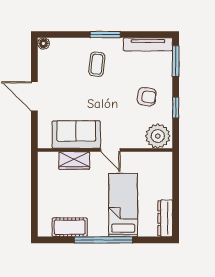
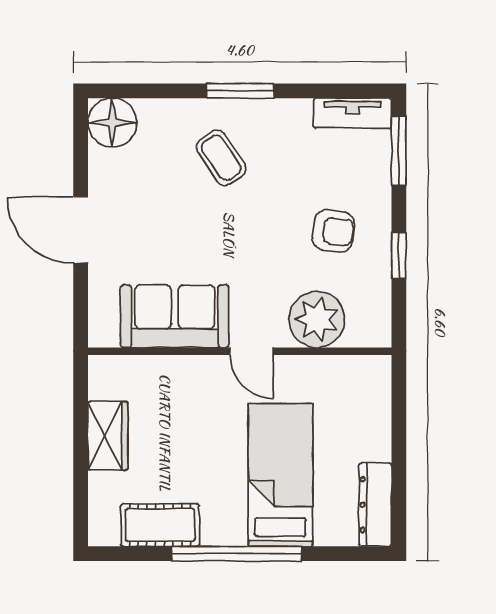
floor lamp: (43, 43) -> (112, 123), width x1.89, depth x1.89
tv unit: (148, 44) -> (352, 113), width x0.71
coffee table: (97, 64) -> (221, 158), turned -40
plant: (158, 136) -> (317, 320), moved
wardrobe: (74, 161) -> (108, 436), moved, turned -90

